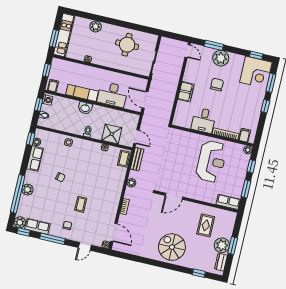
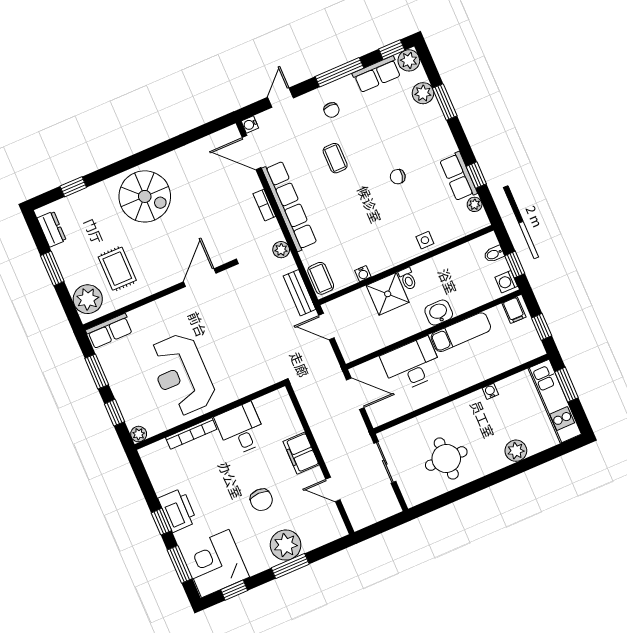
window: (214, 45) -> (290, 566), moved
door: (188, 51) -> (333, 489), moved
printer: (255, 106) -> (178, 510), added
shower: (112, 134) -> (388, 294), moved
filing cabinet: (245, 135) -> (160, 453), removed
window: (31, 139) -> (476, 175), moved
plant: (27, 190) -> (423, 93), moved
window: (18, 194) -> (445, 102), width x0.47
row of seats: (115, 198) -> (289, 206), added
plant: (222, 245) -> (88, 299), moved

